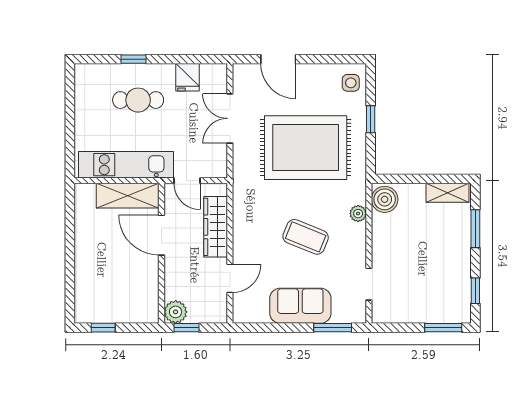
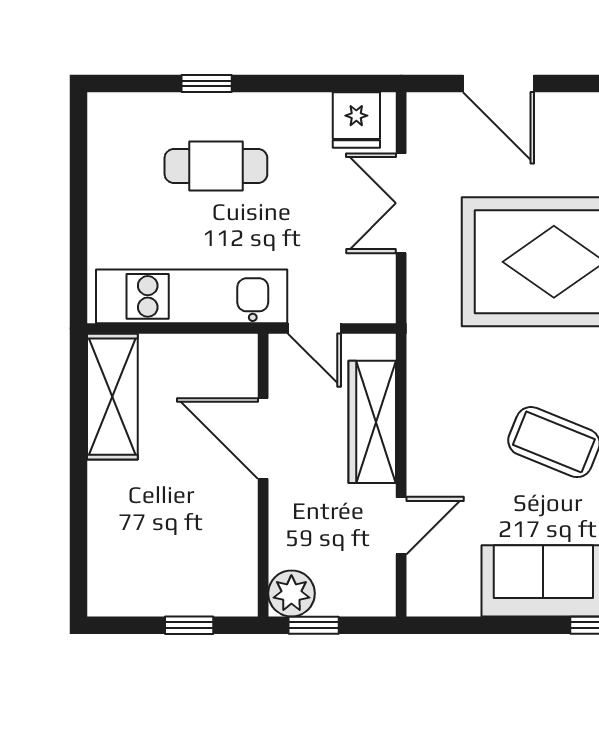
fridge: (188, 77) -> (356, 120), moved
shelving: (128, 196) -> (112, 397), moved, turned 90
window: (103, 328) -> (189, 625), moved

